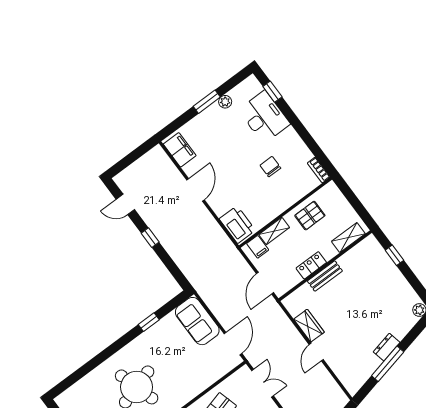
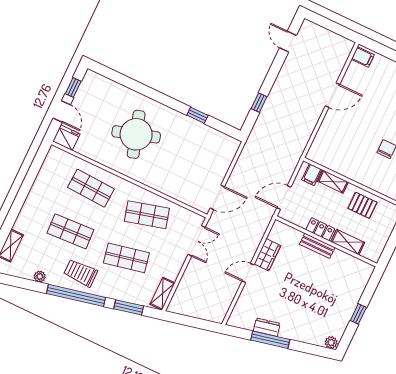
filing cabinet: (180, 150) -> (363, 57), width x0.50
printer: (237, 225) -> (322, 147), removed
window: (150, 238) -> (259, 103), moved
shelving: (348, 238) -> (348, 242), moved
window: (394, 255) -> (358, 314), moved
sofa: (197, 321) -> (220, 157), removed
dresser: (387, 347) -> (267, 327), moved

